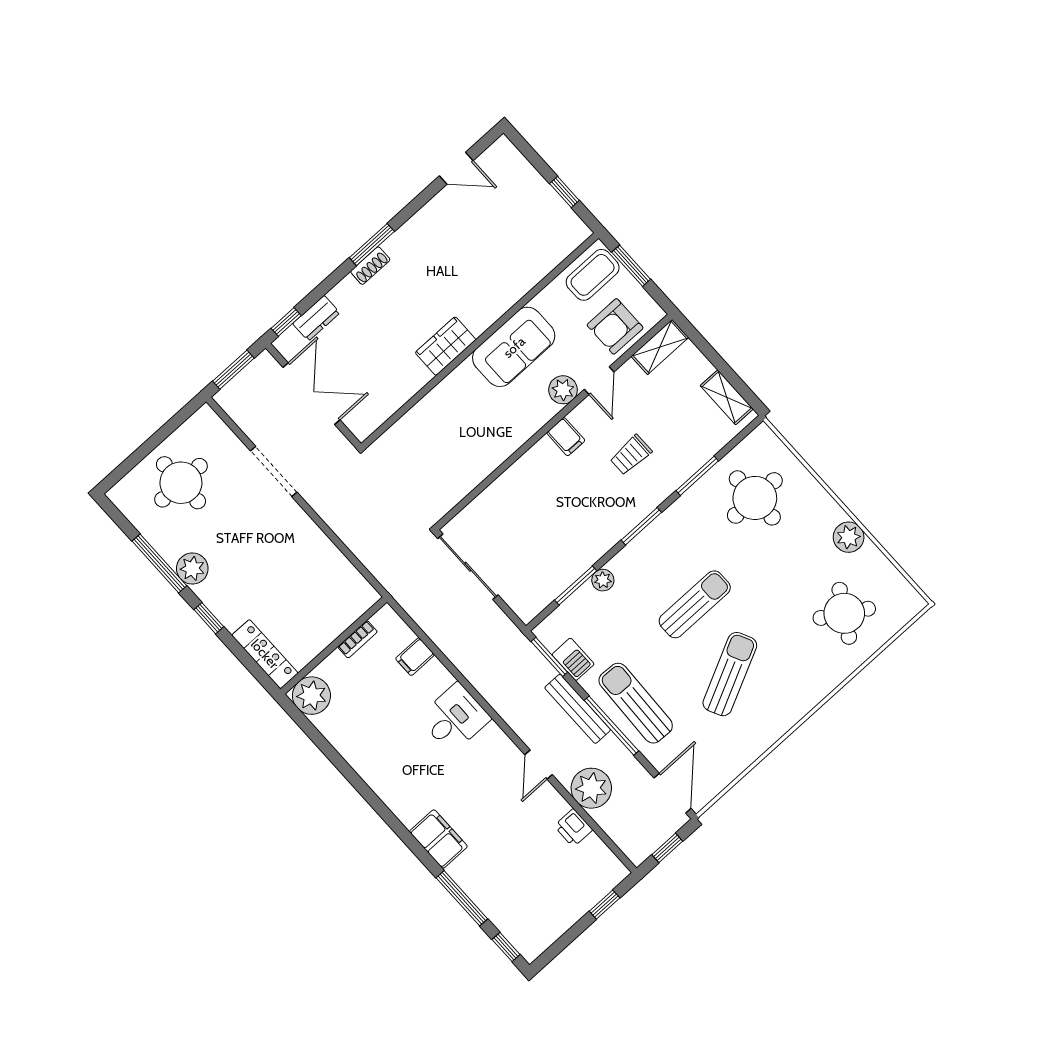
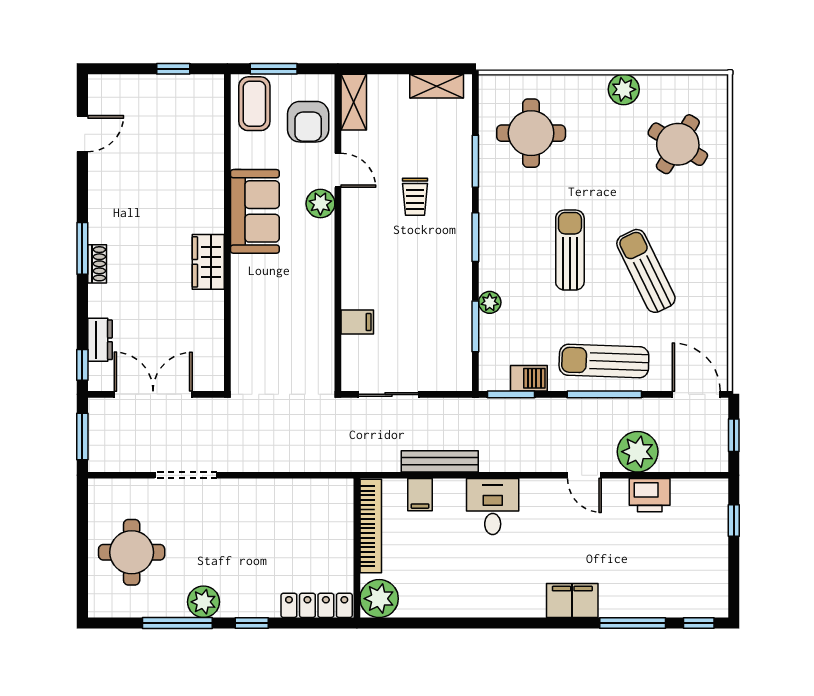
filing cabinet: (566, 437) -> (357, 322), moved
sliding door: (468, 567) -> (388, 394), width x0.73
bookcase: (357, 639) -> (371, 526), width x2.31, depth x1.31
bench: (578, 709) -> (440, 461), moved
printer: (573, 828) -> (650, 495), width x1.36, depth x1.24

